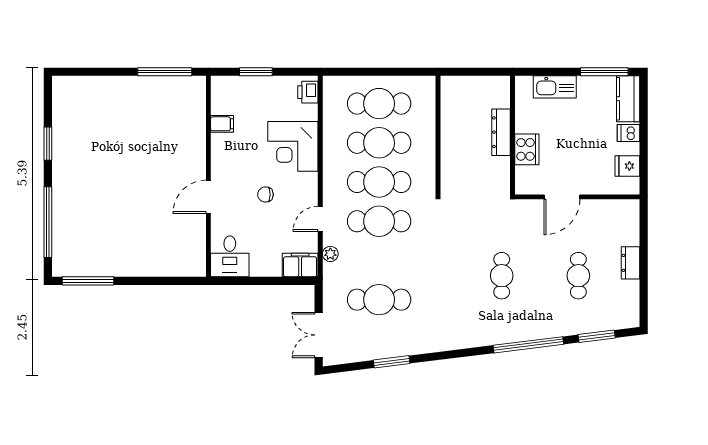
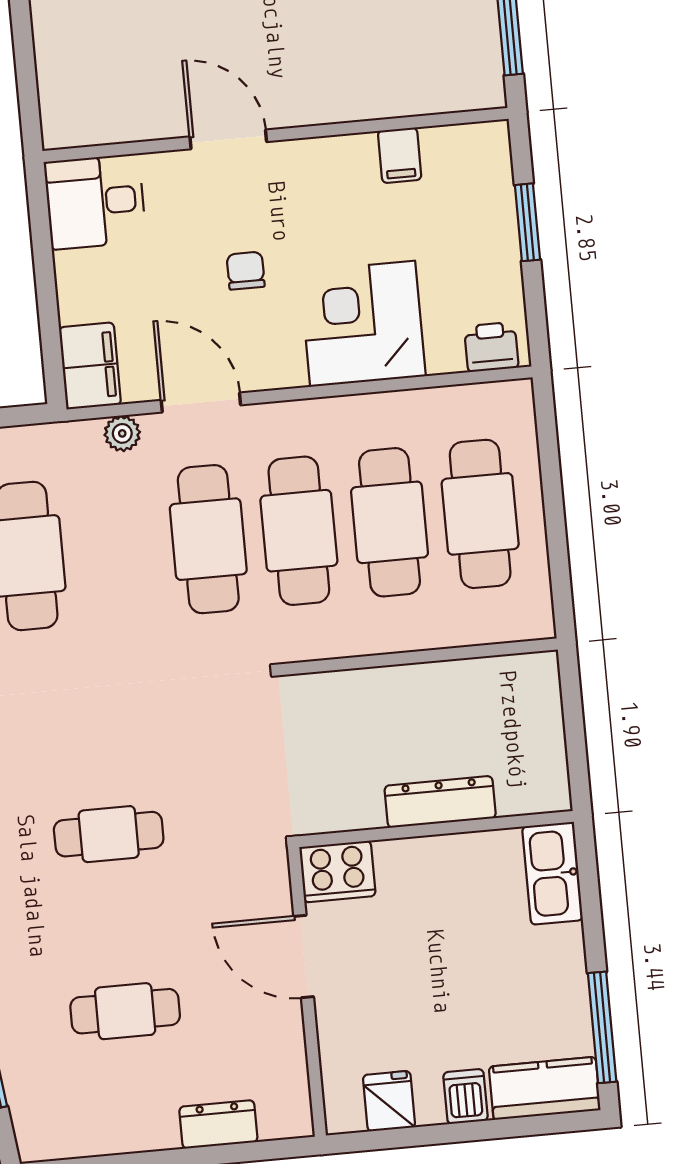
kitchen sink: (555, 87) -> (552, 873), moved
cooker: (527, 149) -> (337, 872), moved
door: (320, 219) -> (201, 403), width x1.38
dresser: (631, 263) -> (218, 1124), moved

